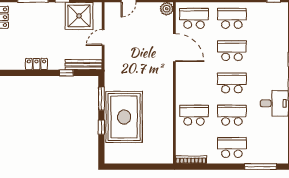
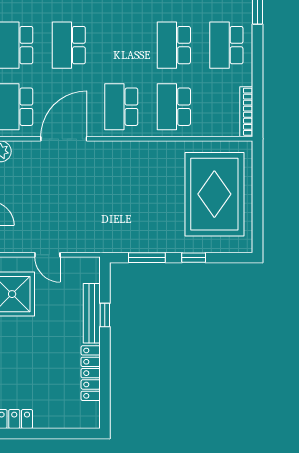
locker: (36, 64) -> (91, 373), width x1.53
bench: (84, 65) -> (92, 313), moved
school desk: (232, 83) -> (121, 107), moved
rug: (124, 117) -> (214, 194), moved, turned 90

